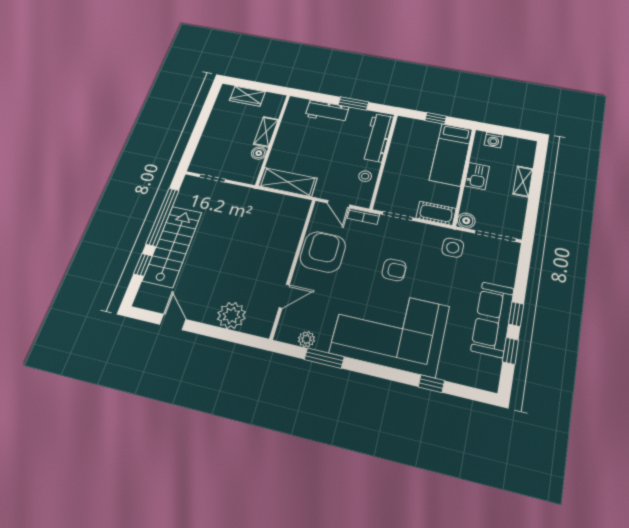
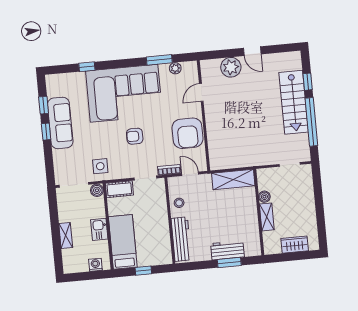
window: (353, 103) -> (229, 262), moved
door: (173, 322) -> (252, 51), moved

